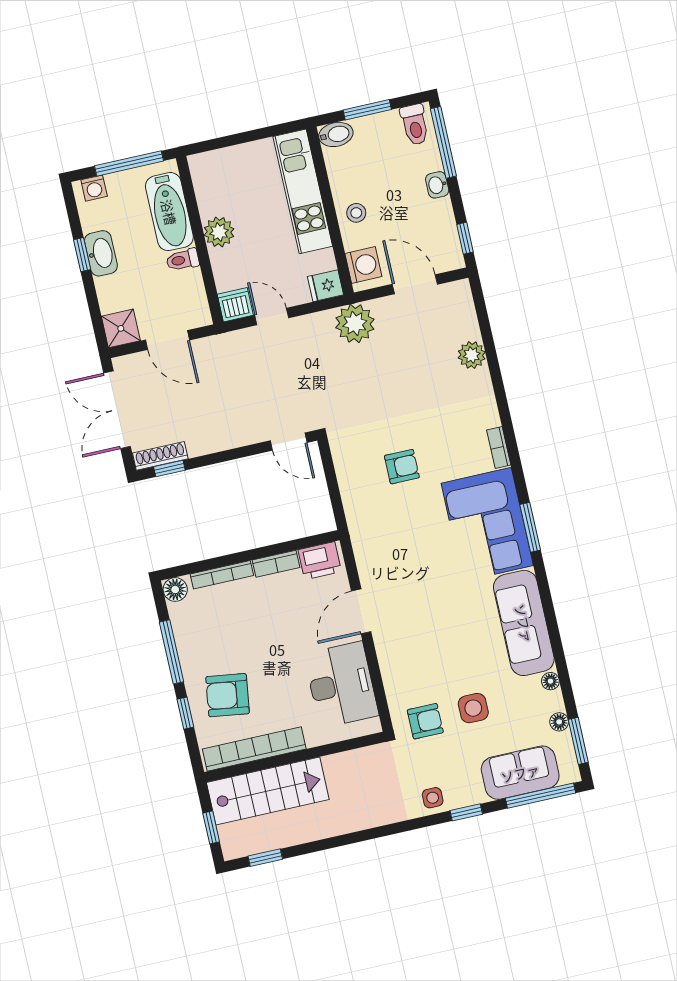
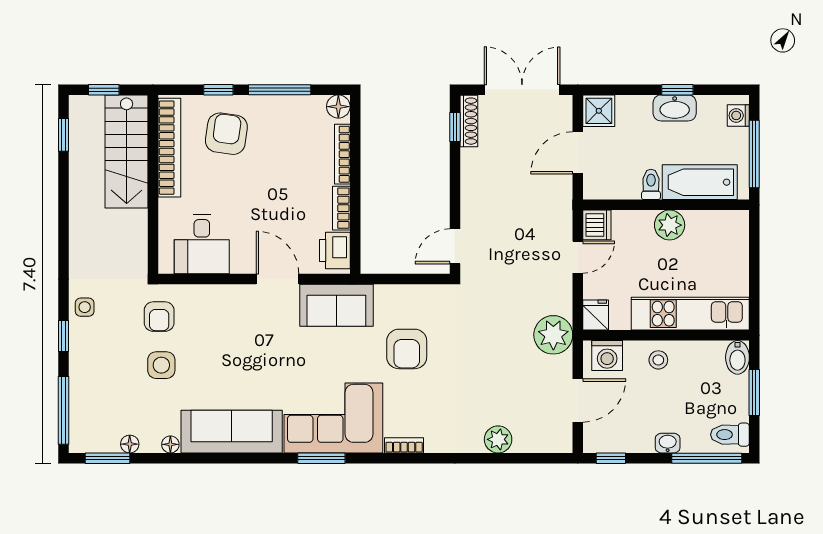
armchair: (402, 467) -> (407, 349), width x1.38, depth x1.38
desk: (341, 685) -> (202, 244), width x0.73
sofa: (520, 773) -> (336, 305), moved, turned 90

